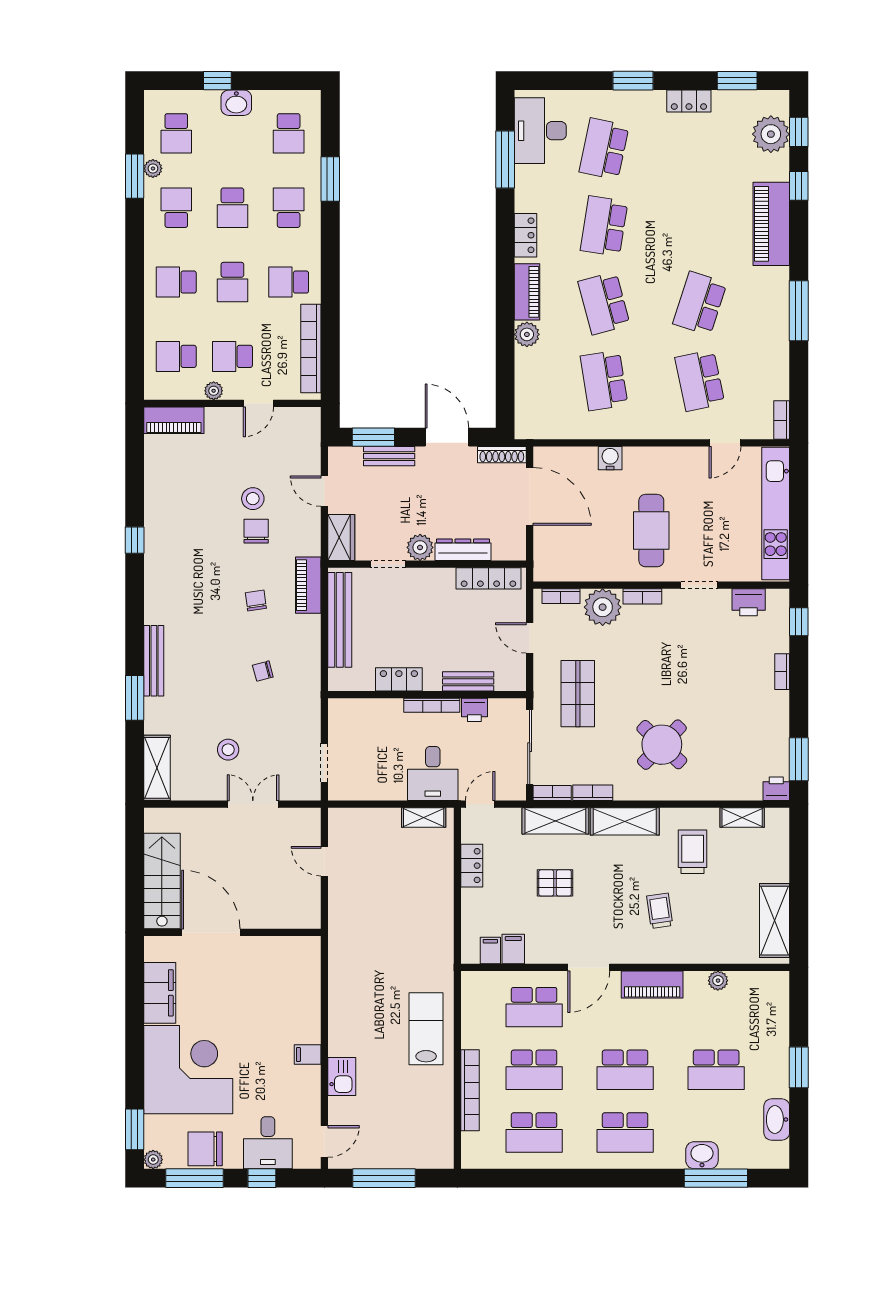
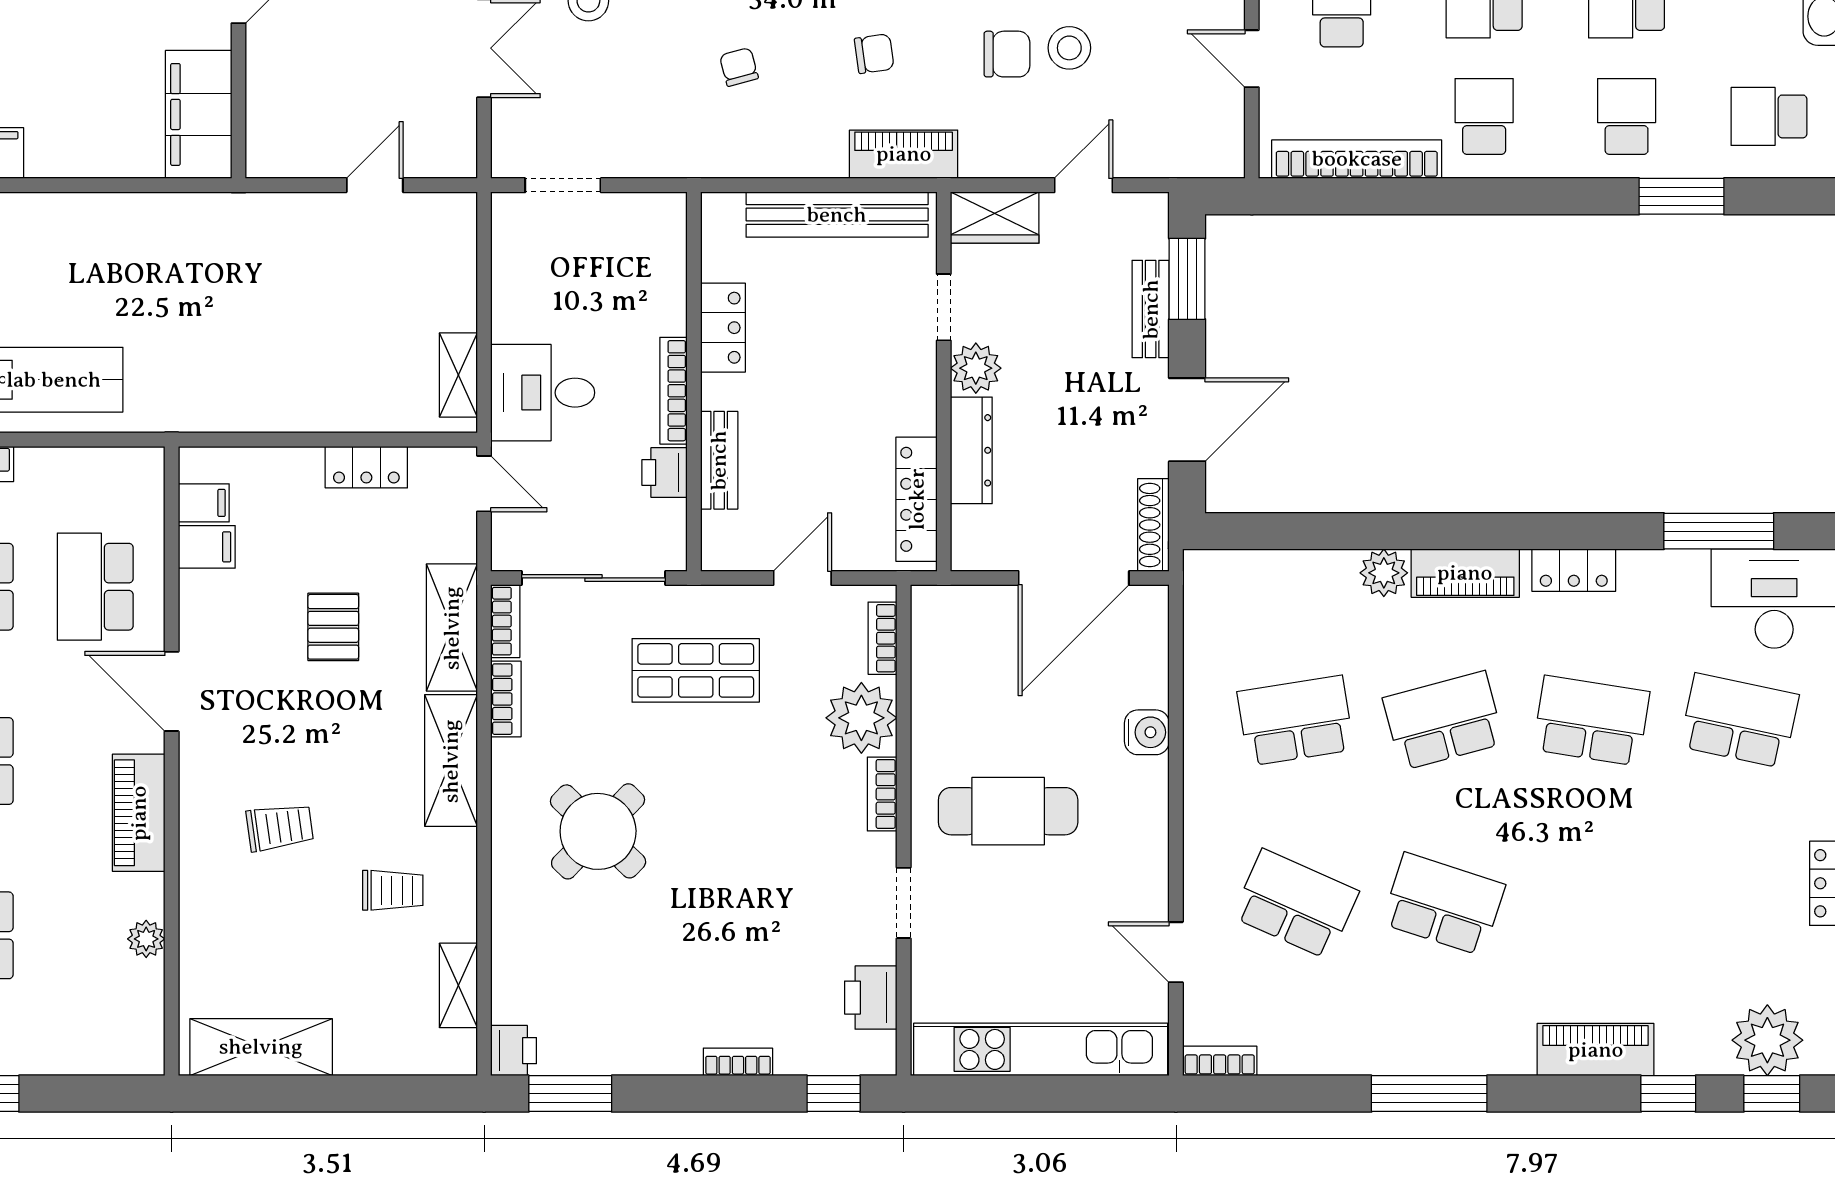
school desk: (289, 208) -> (1627, 116), turned -90
piano: (771, 224) -> (1596, 1050), width x0.73, depth x0.75
school desk: (700, 381) -> (1296, 904), turned 36
trolley: (693, 852) -> (393, 890), width x0.73, depth x0.72
filing cabinet: (288, 953) -> (199, 114), added

